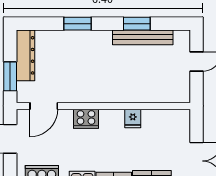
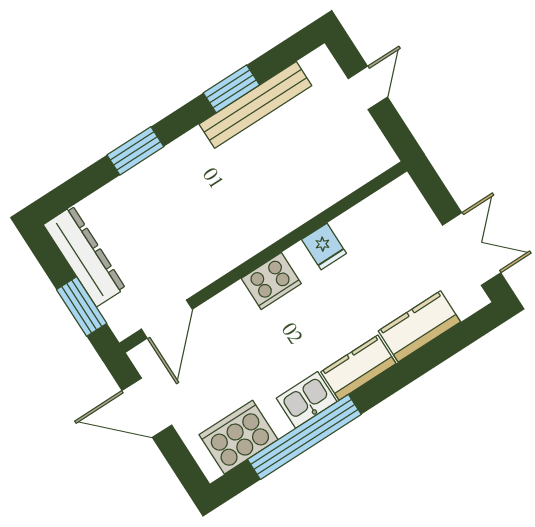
cooker: (86, 119) -> (271, 281), moved

